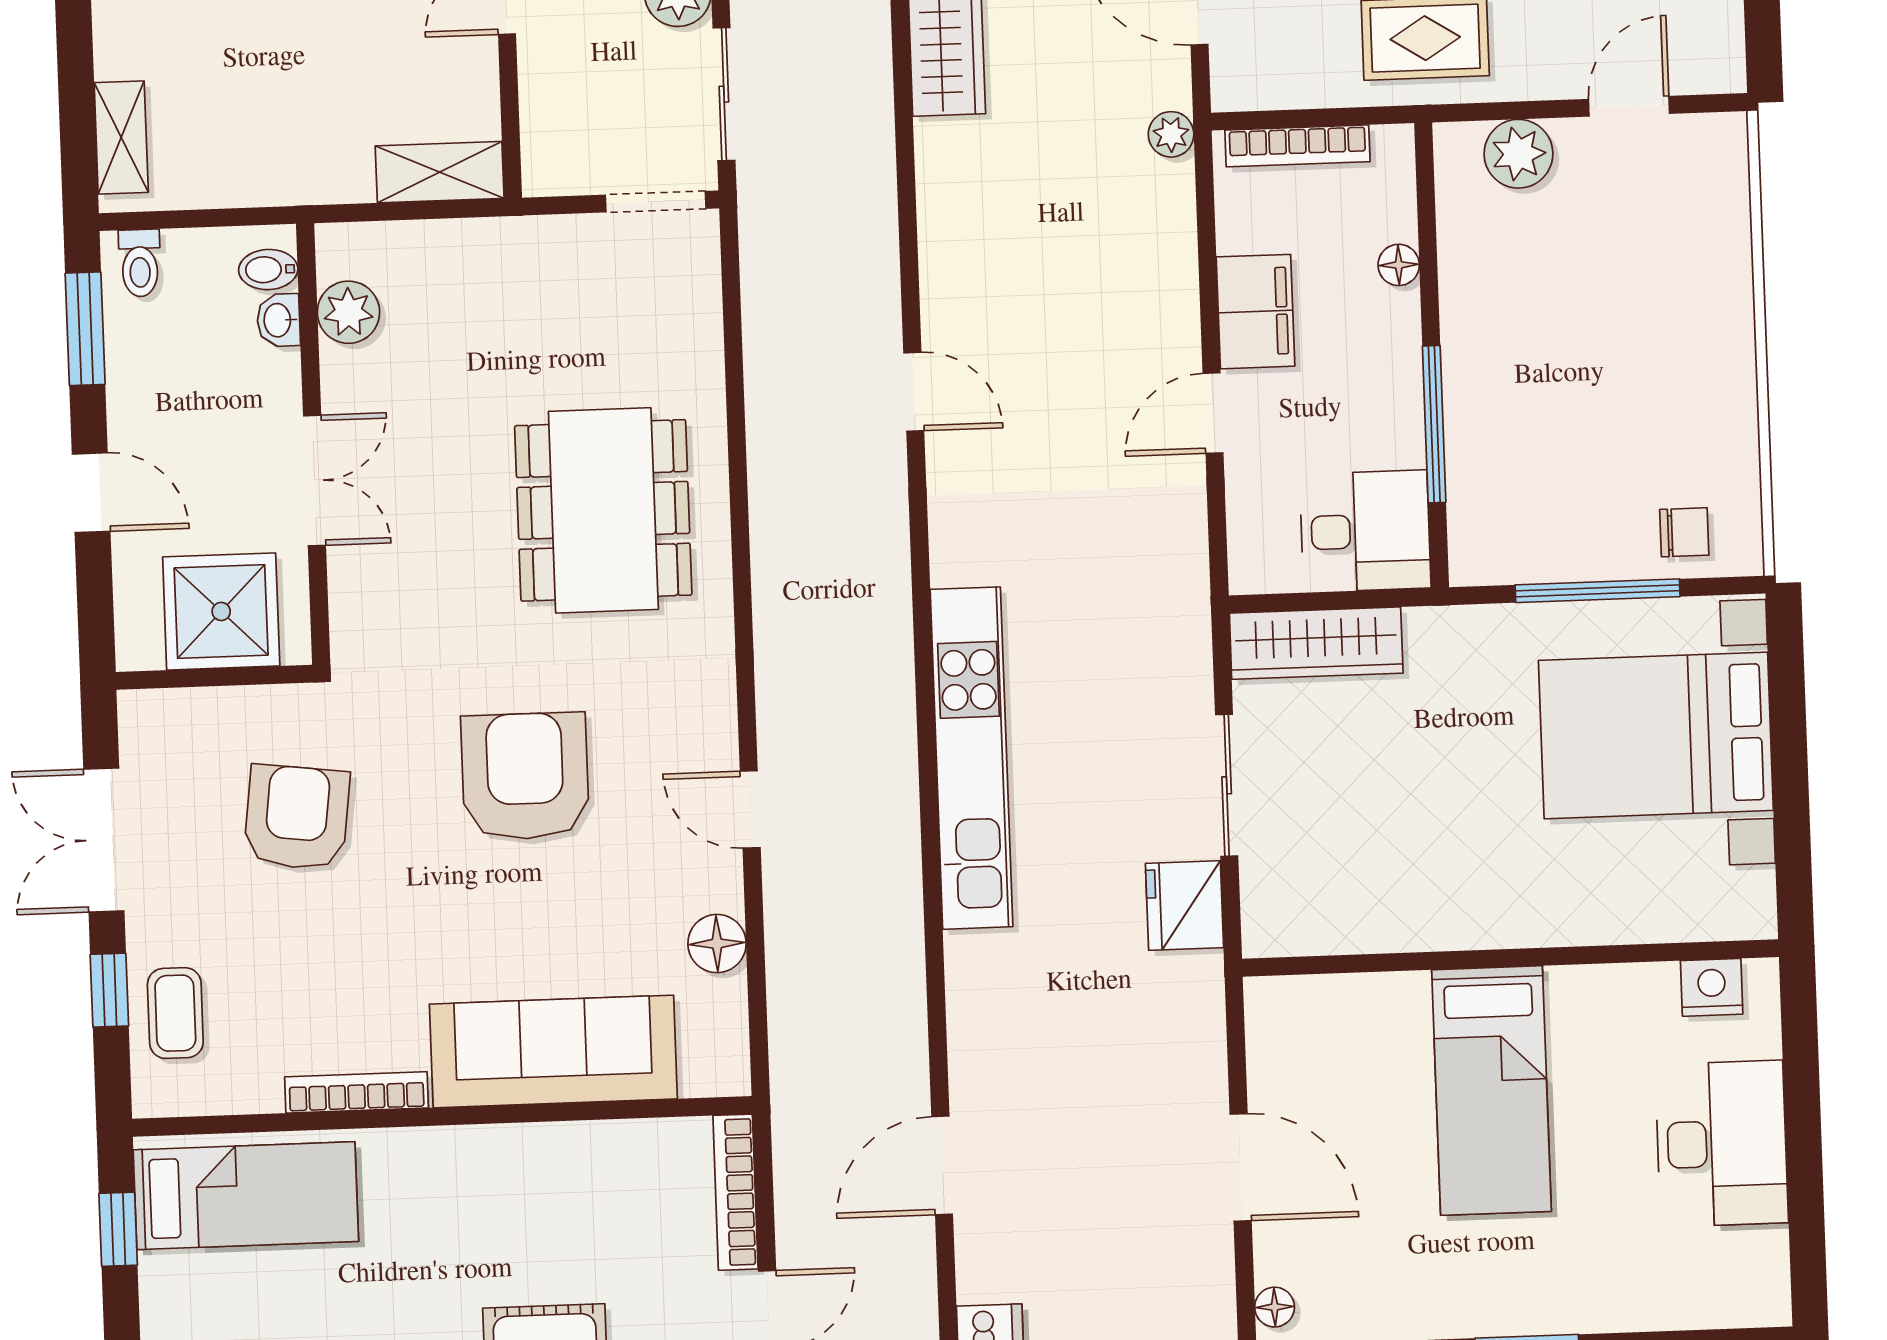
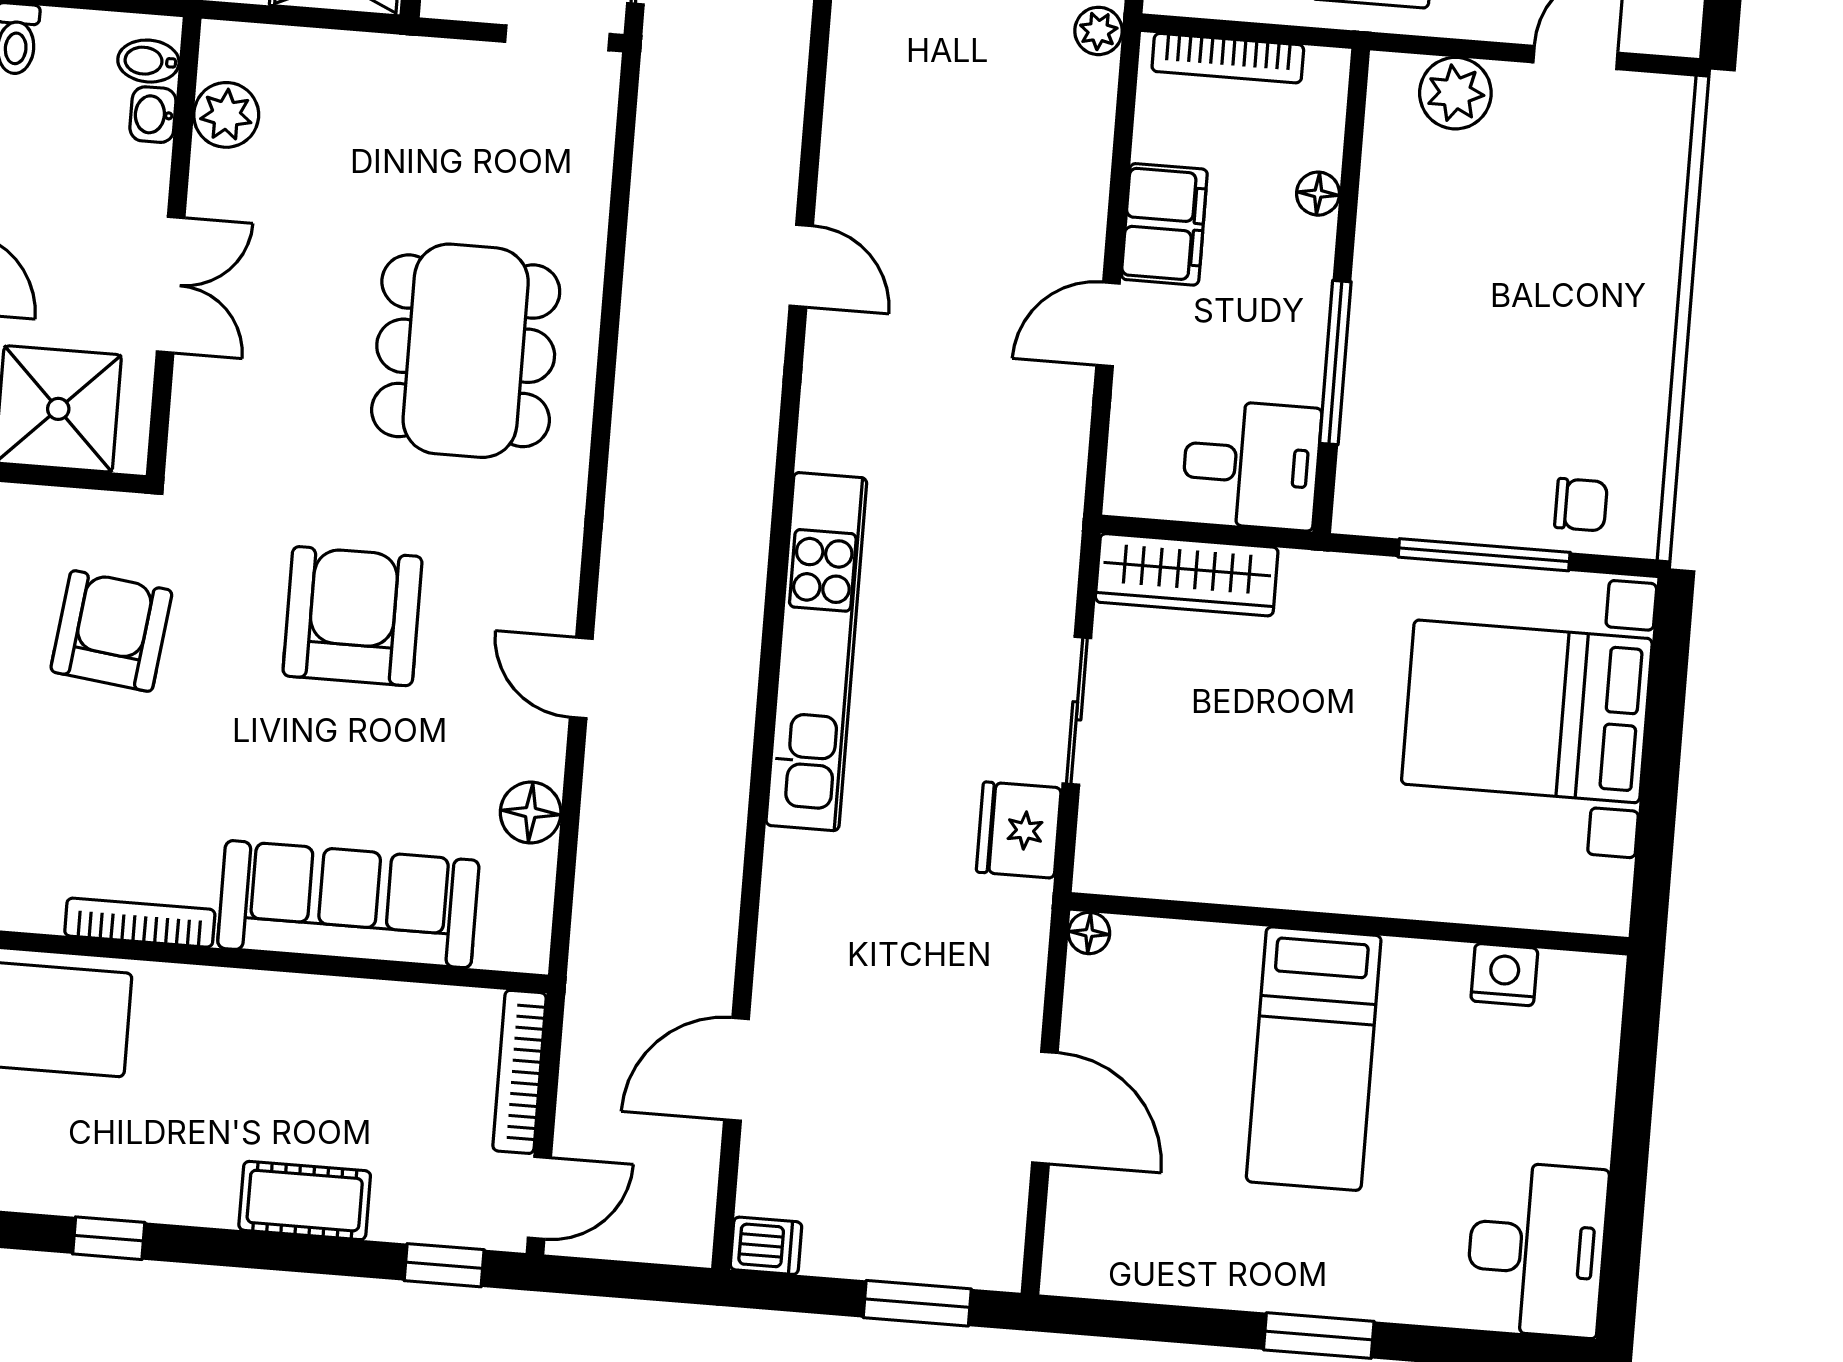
nightstand: (1712, 987) -> (1504, 975), moved
desk: (1722, 1144) -> (1537, 1249), moved
floor lamp: (1275, 1307) -> (1089, 933), moved

